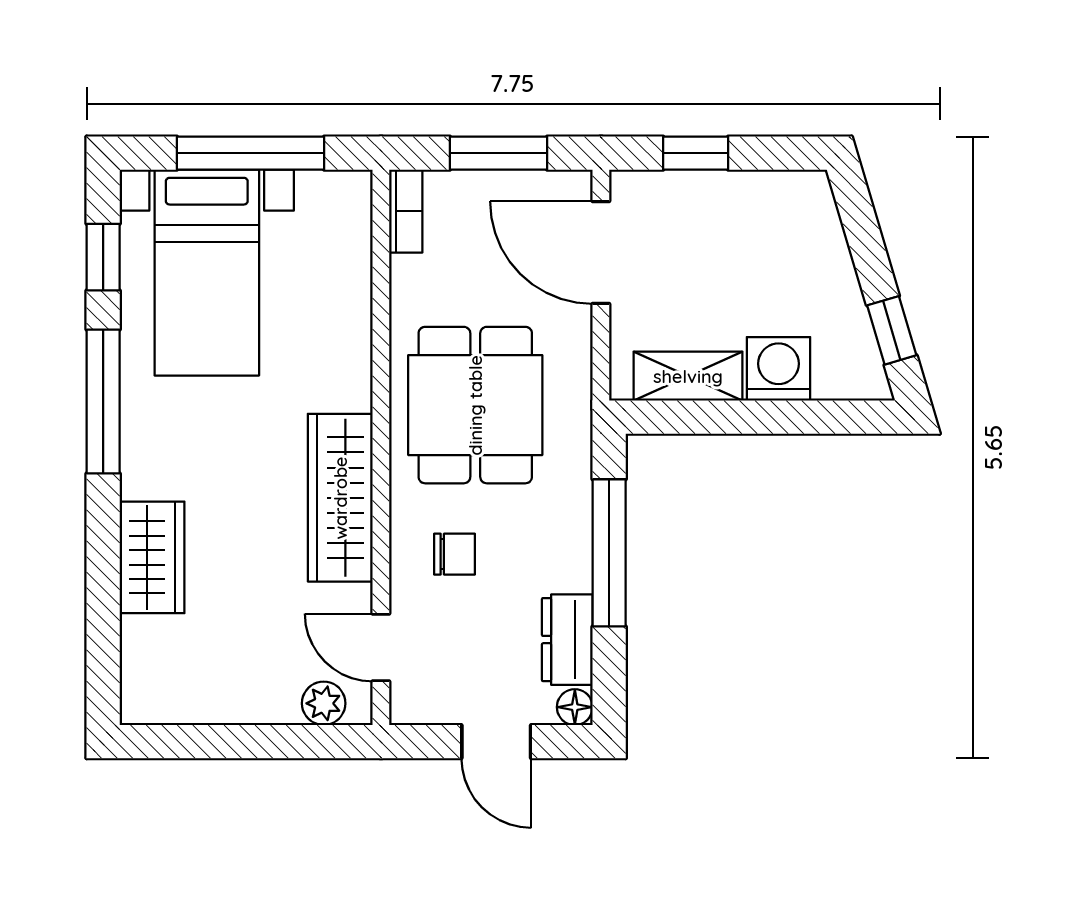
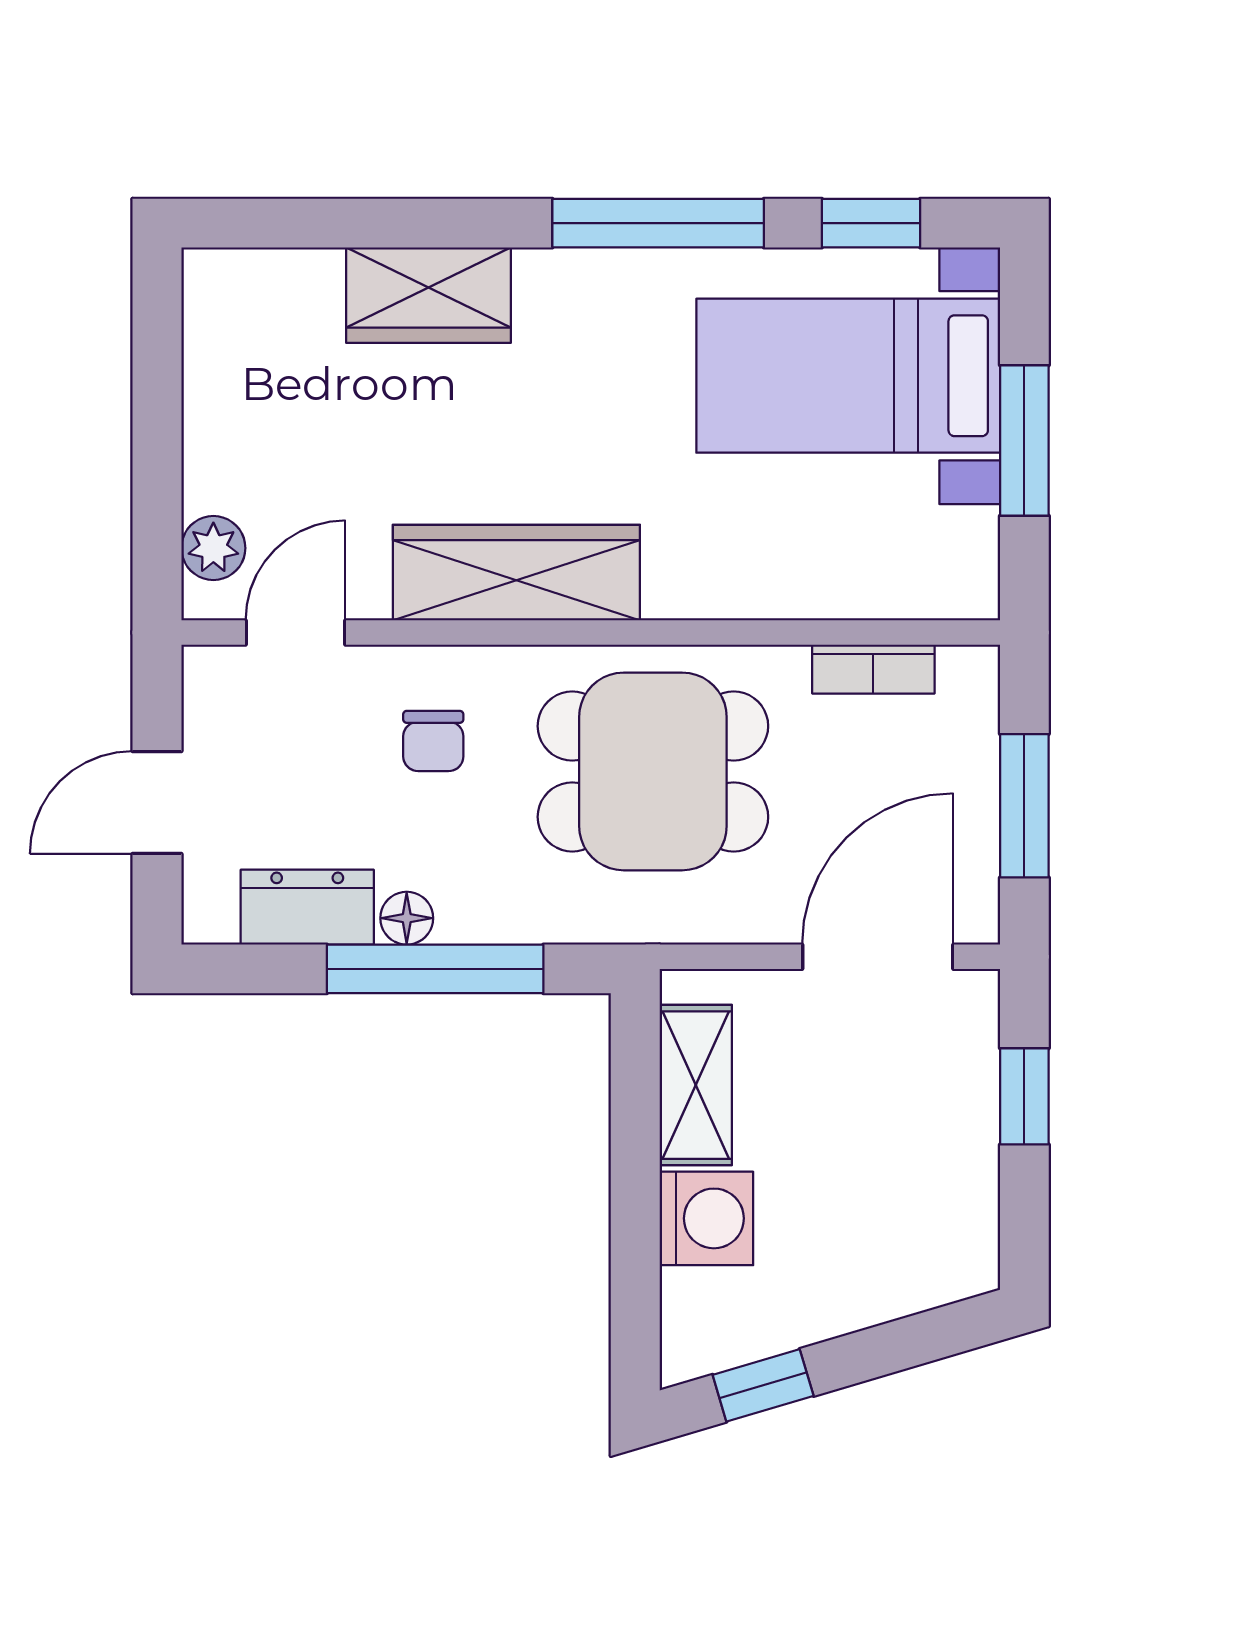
window: (251, 153) -> (1024, 440), width x0.69
bookcase: (406, 211) -> (873, 669), moved
floor lamp: (575, 707) -> (407, 918), moved

